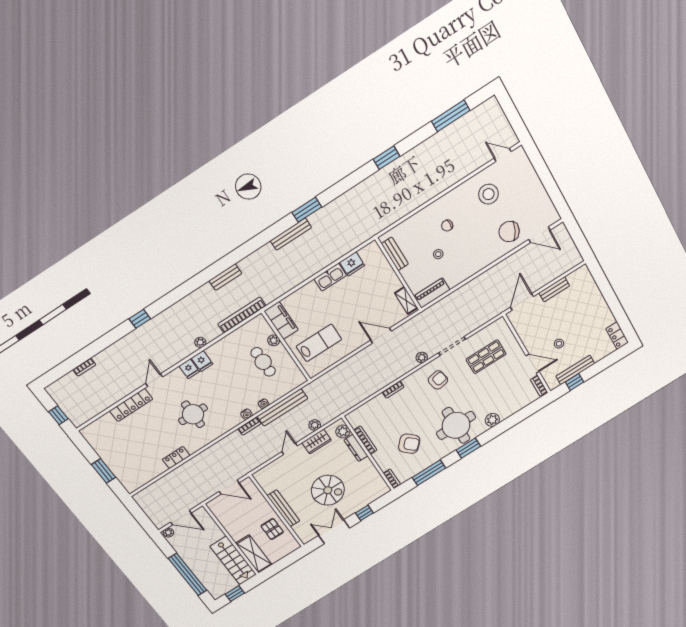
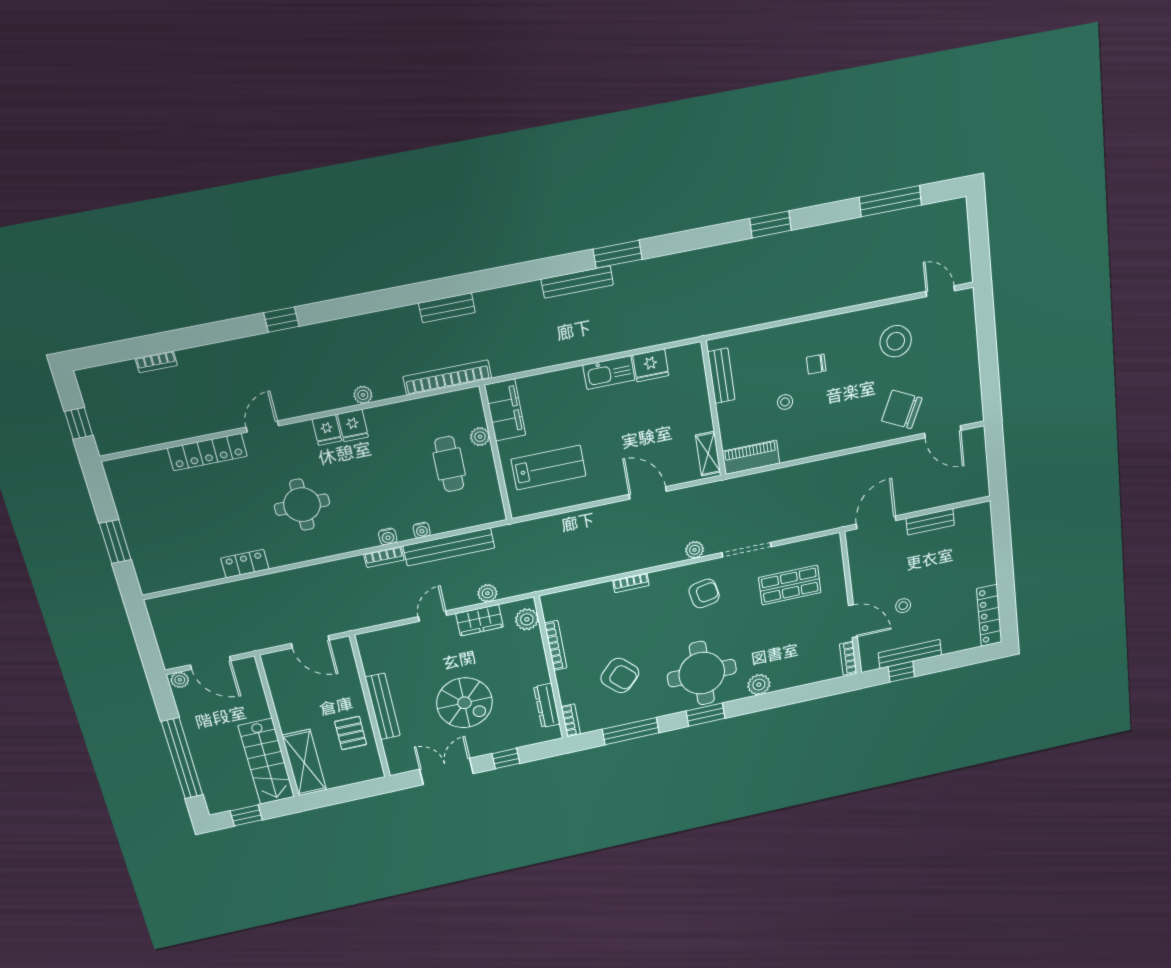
locker: (617, 336) -> (989, 615), width x1.53
dresser: (356, 448) -> (547, 705), moved

